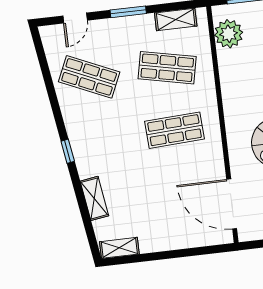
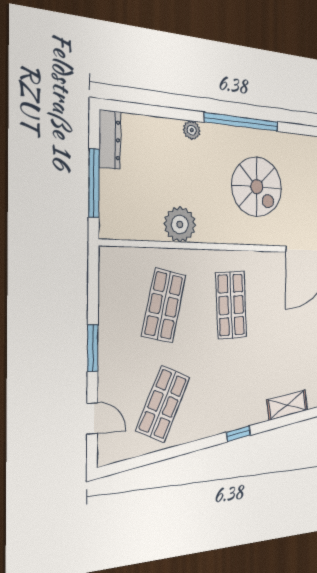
shelving: (176, 19) -> (109, 287), removed
plant: (229, 34) -> (180, 224), moved

